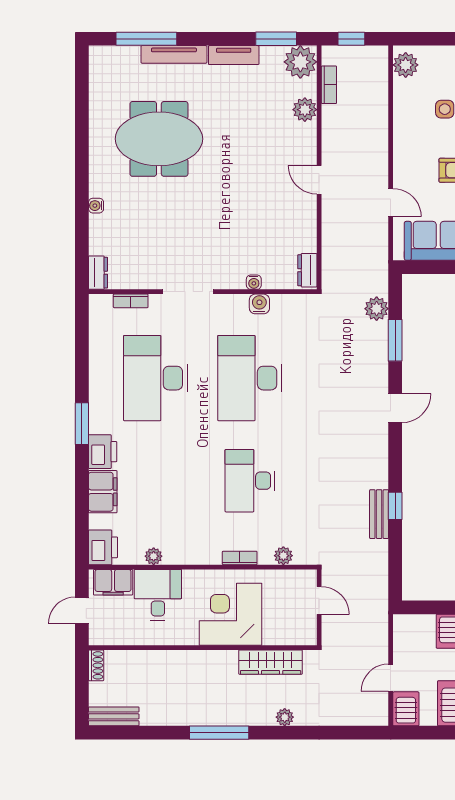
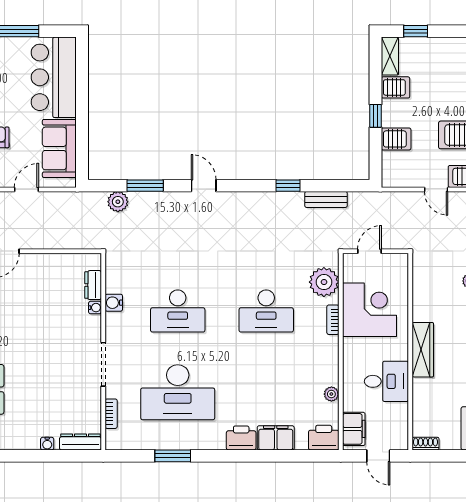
water cooler: (96, 206) -> (47, 444), moved
dresser: (307, 270) -> (93, 285), moved, turned 90
dresser: (98, 273) -> (80, 442), width x1.44
desk: (250, 378) -> (178, 311), width x0.73, depth x0.77
window: (82, 424) -> (173, 456), moved
bench: (379, 514) -> (326, 199), moved
plant: (283, 556) -> (324, 282), width x1.88, depth x1.88
desk: (158, 595) -> (386, 381), moved, turned 180
corner desk: (231, 614) -> (369, 310), moved, turned 180
wardrobe: (271, 662) -> (423, 350), moved

